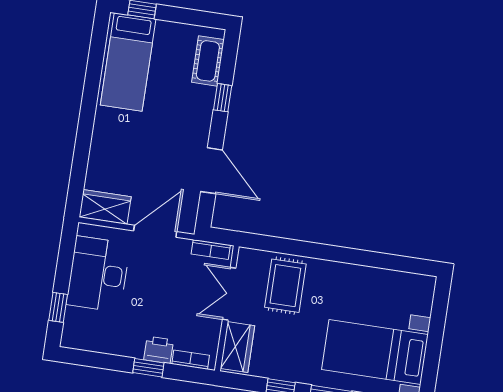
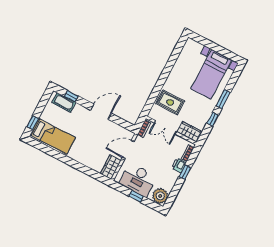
window: (223, 98) -> (71, 96), moved
door: (212, 171) -> (101, 112), moved
door: (155, 231) -> (128, 149), hinge flipped
window: (58, 307) -> (136, 196), moved
plant: (80, 333) -> (160, 196), added

